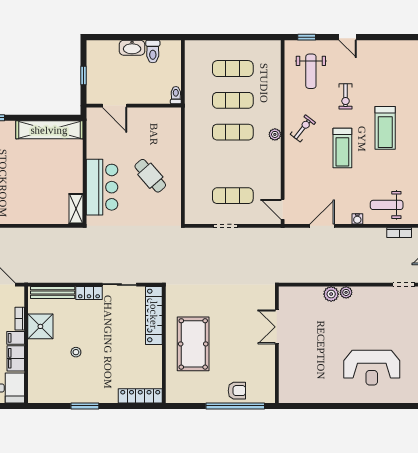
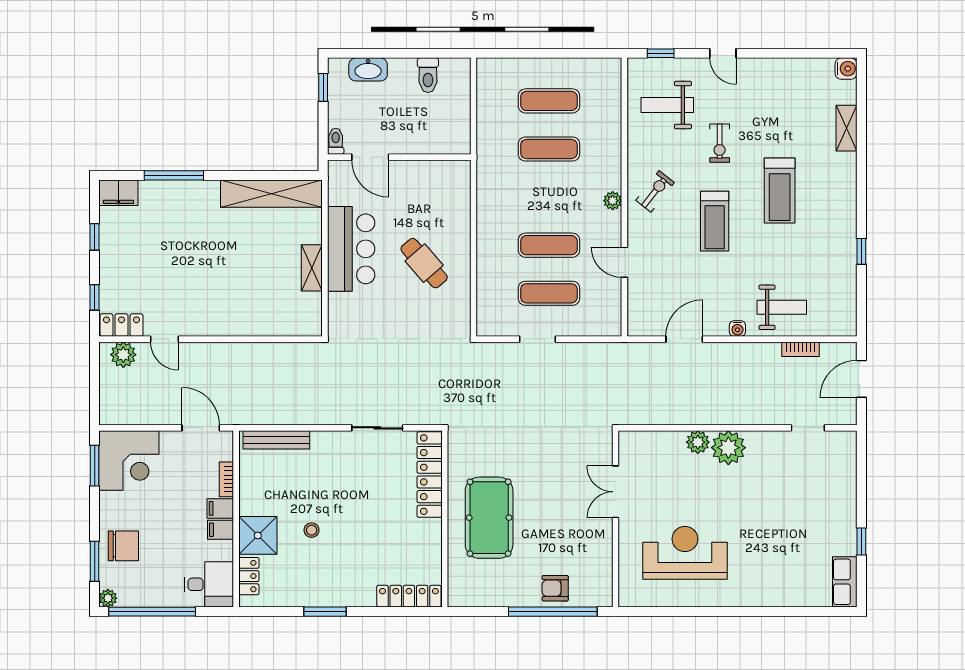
washbasin: (132, 48) -> (368, 69), moved
weight bench: (311, 71) -> (667, 105), turned 90
window: (84, 75) -> (323, 87), moved
toilet: (176, 95) -> (336, 141), moved
exercise mat: (233, 132) -> (549, 245), moved
bar counter: (102, 187) -> (351, 249), moved
weight bench: (387, 205) -> (782, 307), turned 180
shelving: (76, 209) -> (312, 268), moved
door: (283, 209) -> (624, 262), moved
plant: (346, 292) -> (728, 448), width x1.88, depth x1.88
locker: (89, 293) -> (249, 576), moved, turned -90
shower: (40, 326) -> (258, 535), moved
filing cabinet: (16, 358) -> (220, 530), width x0.50
reception desk: (372, 368) -> (685, 553), moved, turned 180
armchair: (237, 391) -> (555, 588), turned 180

